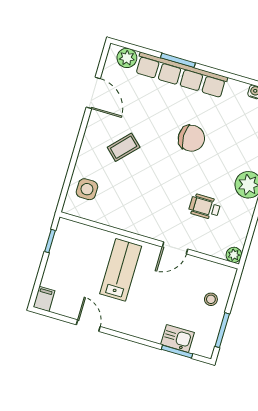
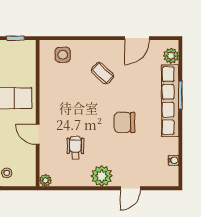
chair: (191, 138) -> (124, 122), turned 90

